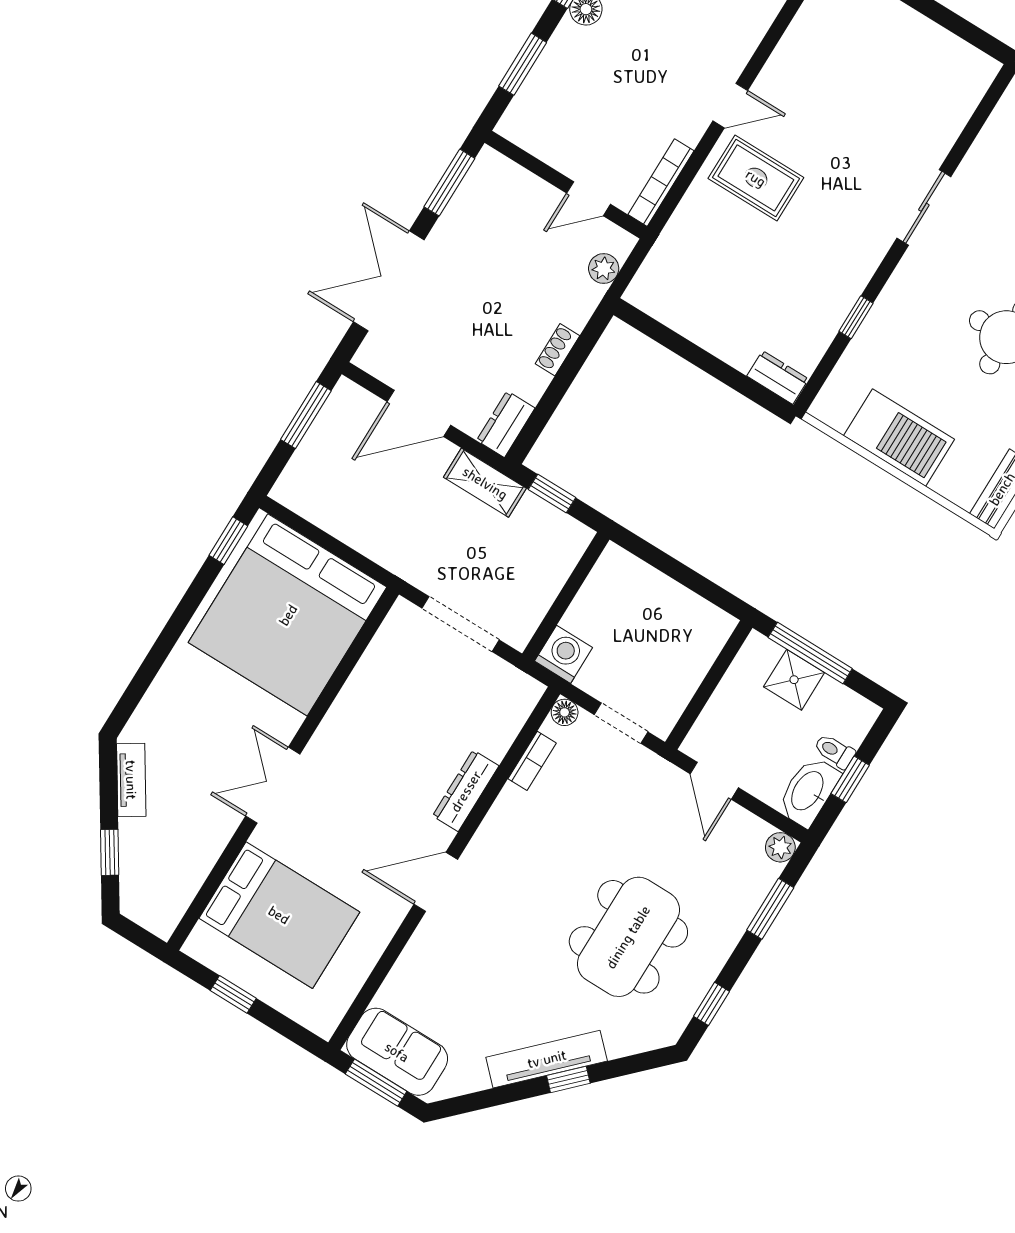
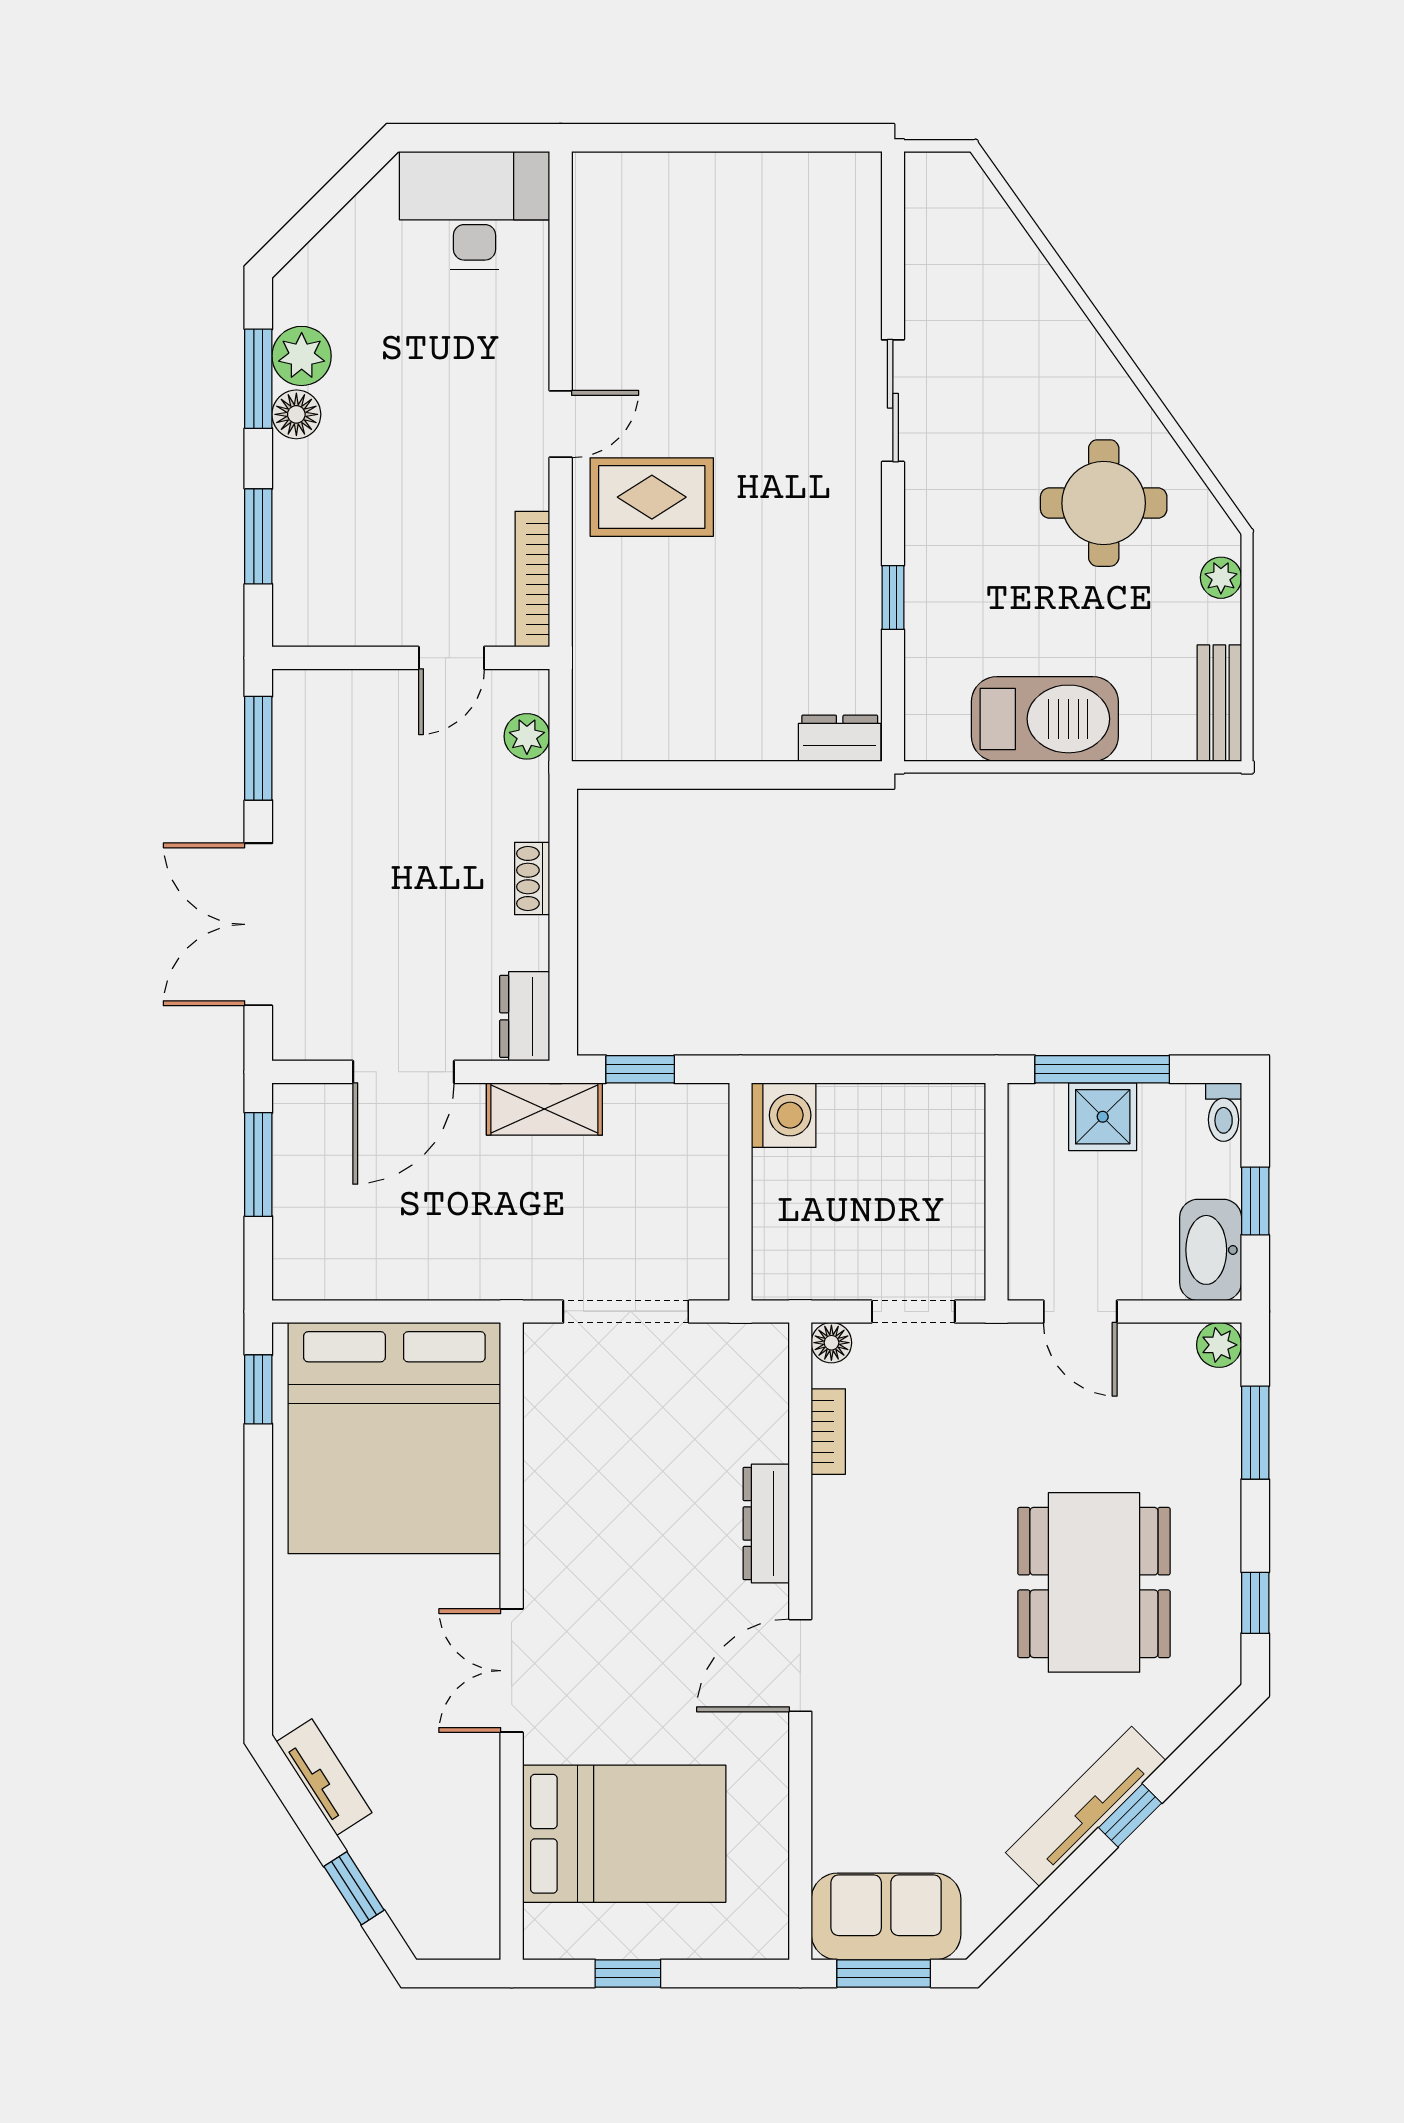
washing machine: (563, 654) -> (784, 1115), moved, turned 90
toilet: (834, 751) -> (1224, 1112), moved, turned -90

